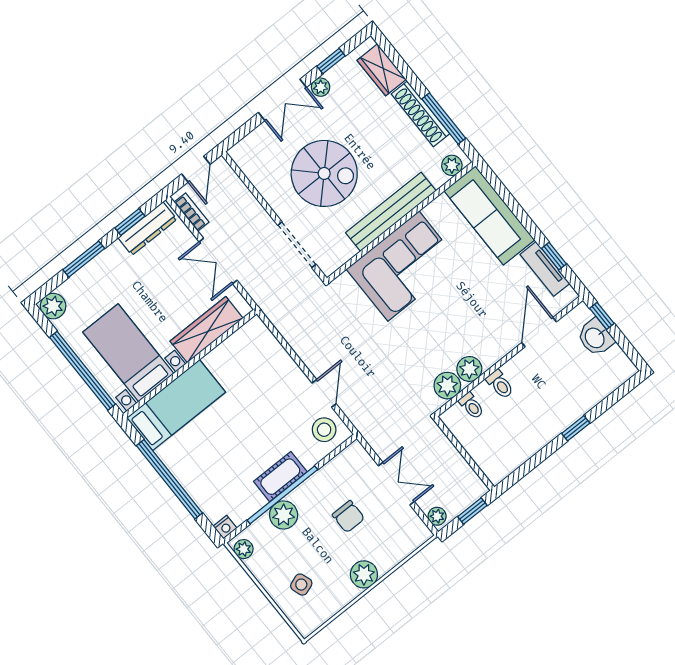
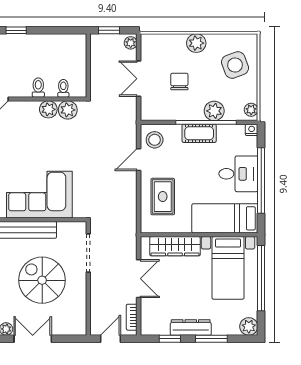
dresser: (147, 229) -> (191, 327), moved
rug: (264, 374) -> (163, 197), added
desk: (201, 467) -> (238, 174), added
side table: (301, 585) -> (235, 65), width x1.87, depth x1.87

